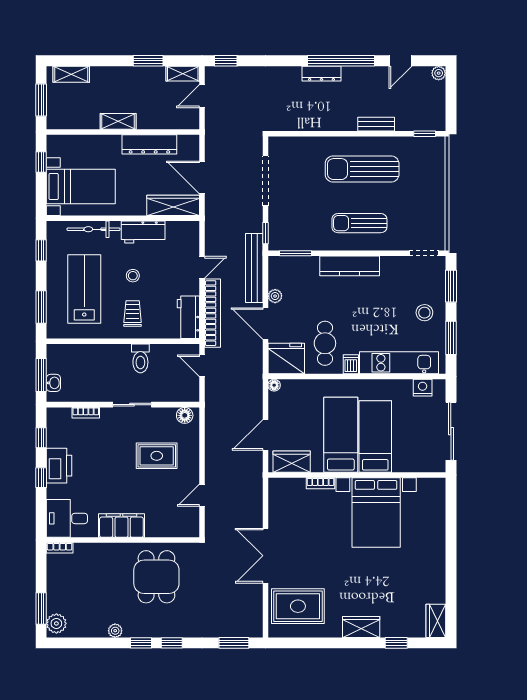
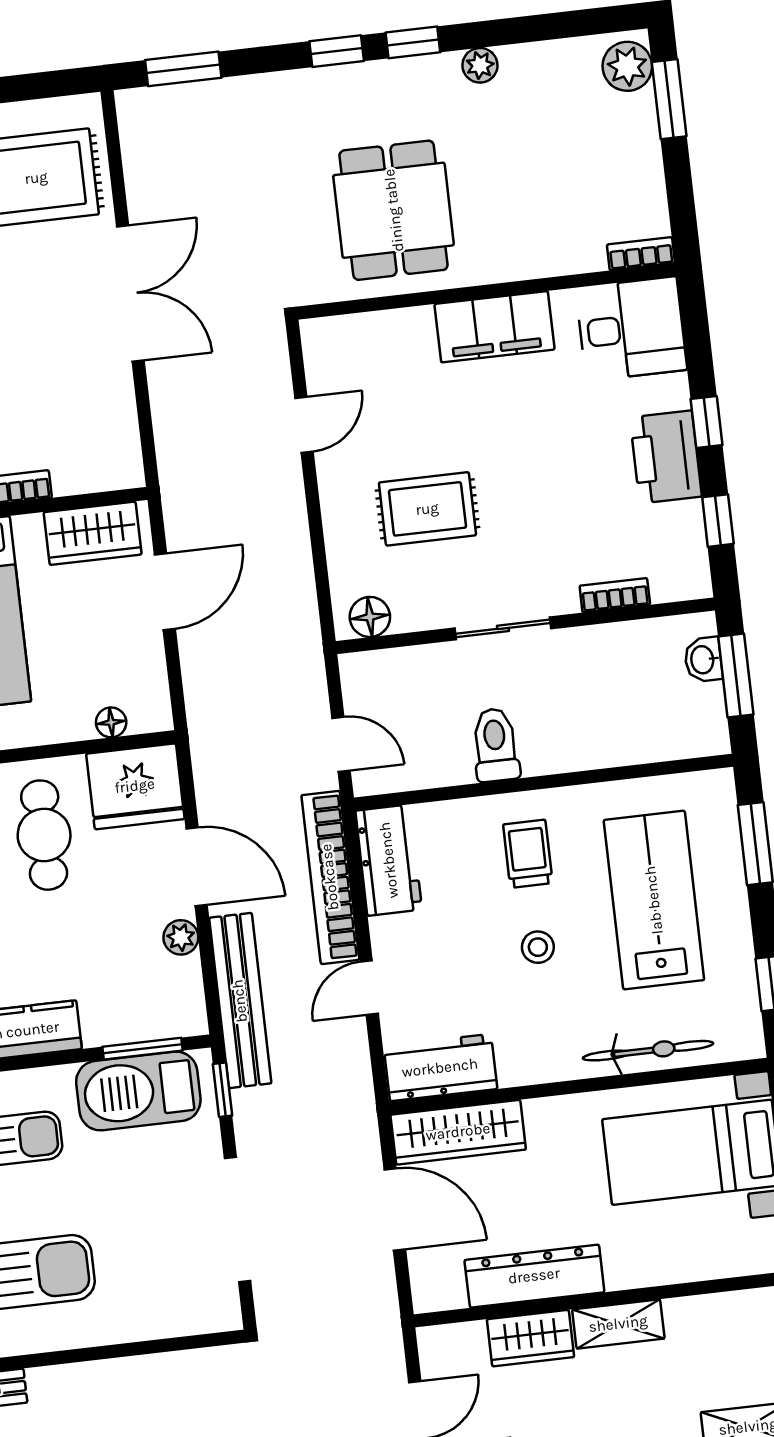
wardrobe: (154, 120) -> (531, 1338), added
workbench: (143, 232) -> (440, 1068), moved
barbecue: (299, 237) -> (138, 1091), added
lab bench: (84, 289) -> (654, 900), turned 180
trolley: (133, 313) -> (528, 854), turned 180
floor lamp: (274, 385) -> (111, 722), moved

